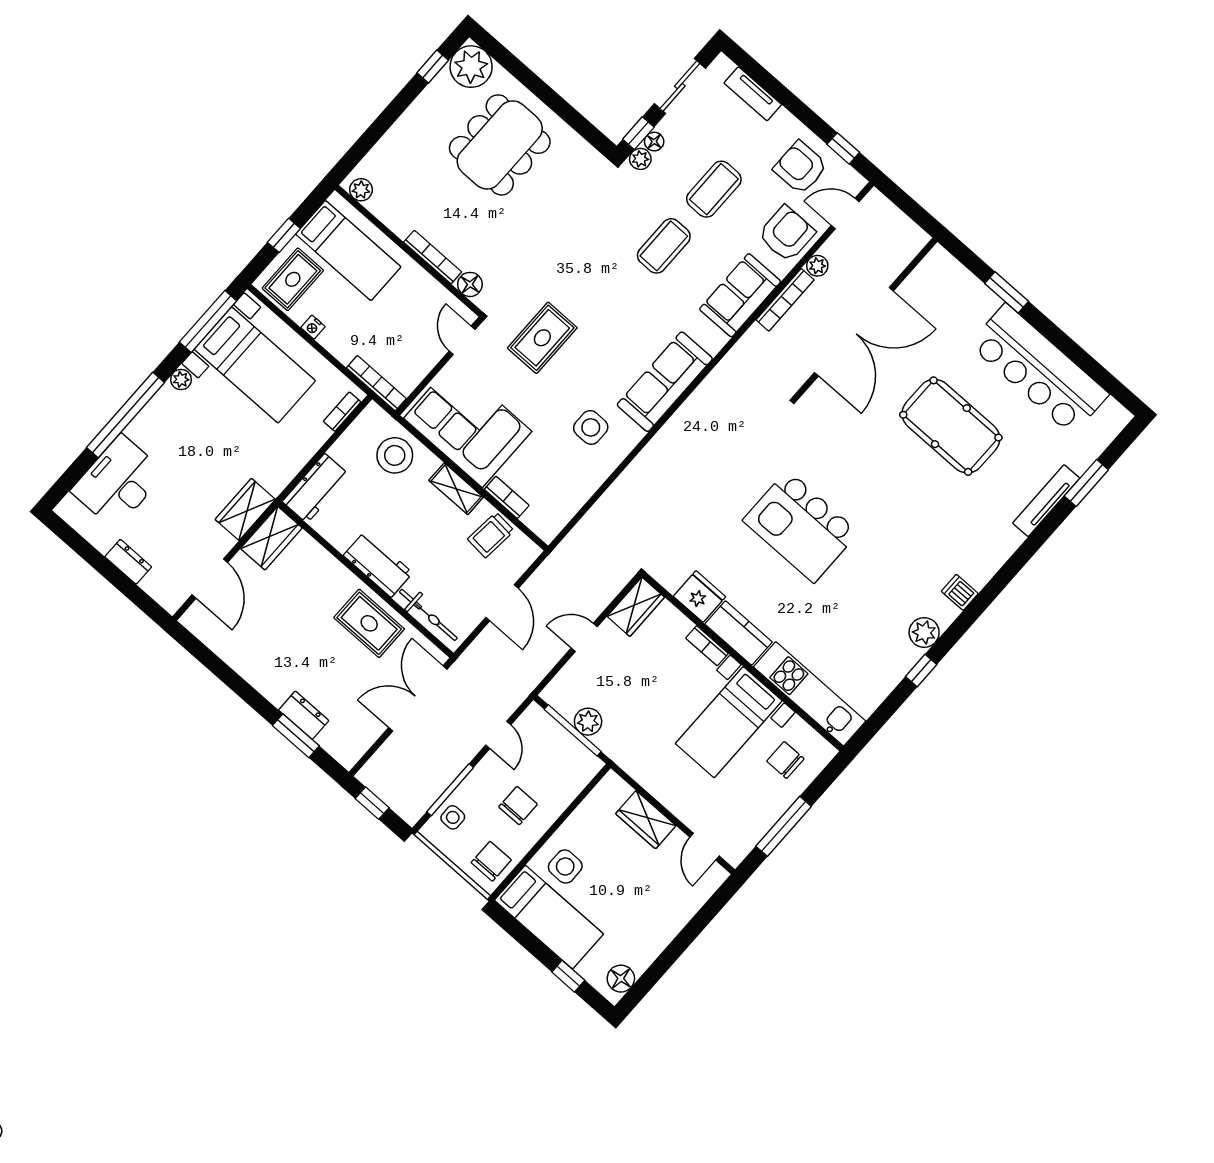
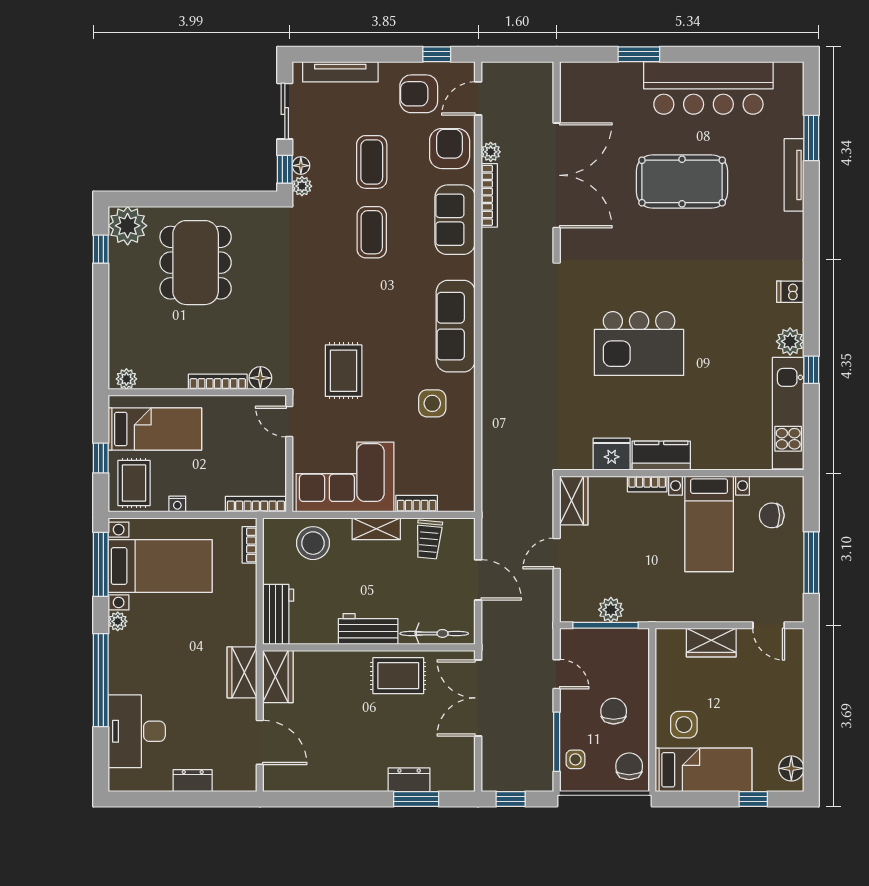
tv unit: (753, 94) -> (340, 72), width x1.41
kitchen unit: (810, 694) -> (788, 413), moved, turned -90

